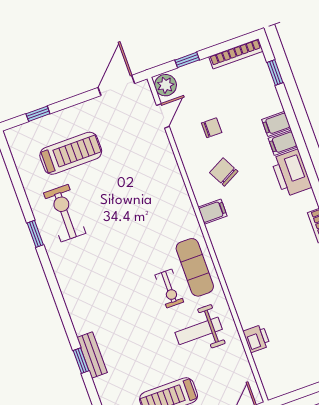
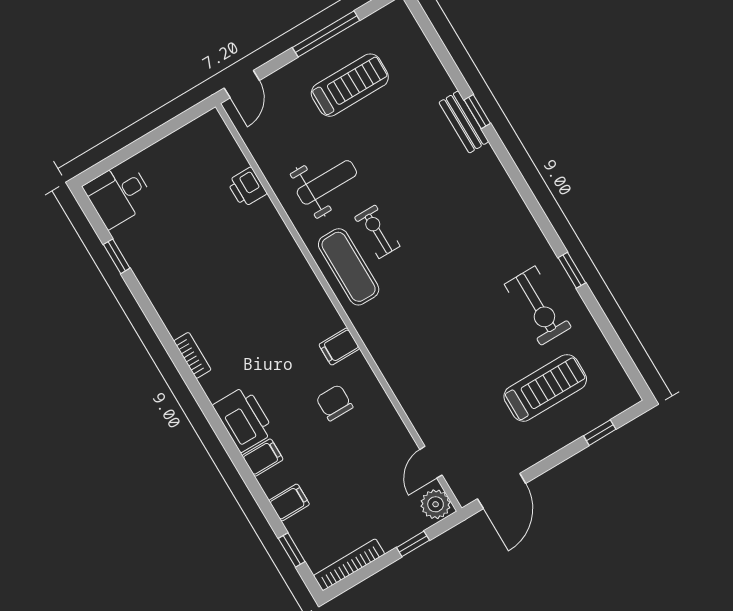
filing cabinet: (276, 124) -> (289, 502), moved
chair: (212, 128) -> (362, 459), removed
treadmill: (71, 153) -> (545, 388), turned 180
chair: (224, 172) -> (334, 403), turned -152

